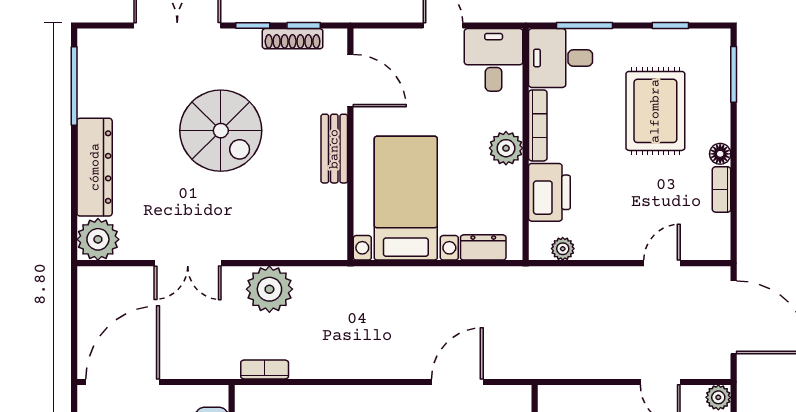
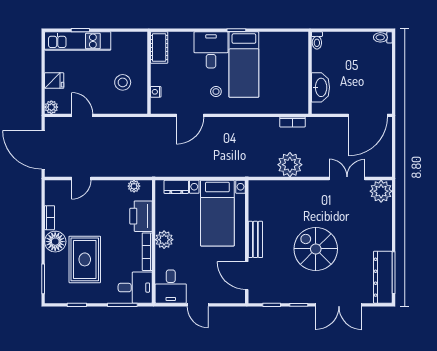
shoe rack: (293, 39) -> (278, 298), removed
floor lamp: (720, 154) -> (55, 242), width x1.89, depth x1.89
dresser: (95, 167) -> (383, 277), moved
double door: (188, 263) -> (347, 179), moved

